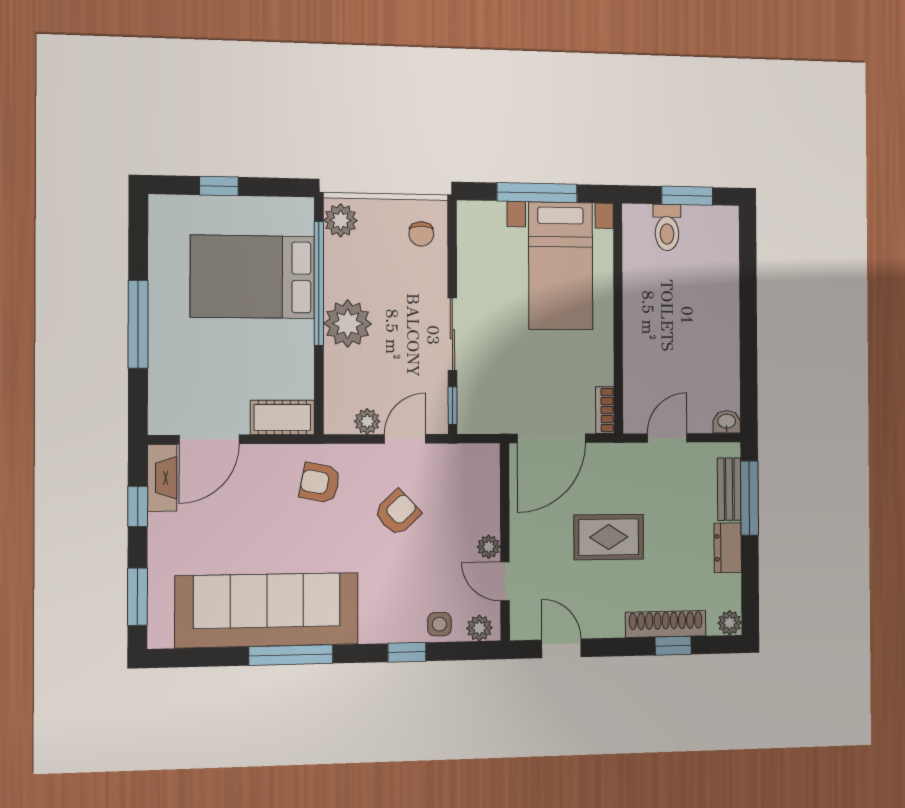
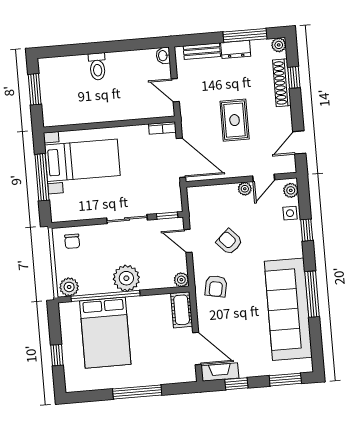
toilet: (667, 228) -> (97, 66), moved, turned 90
chair: (421, 234) -> (72, 241), turned 90
plant: (367, 421) -> (181, 280), moved
window: (749, 498) -> (245, 35), moved

